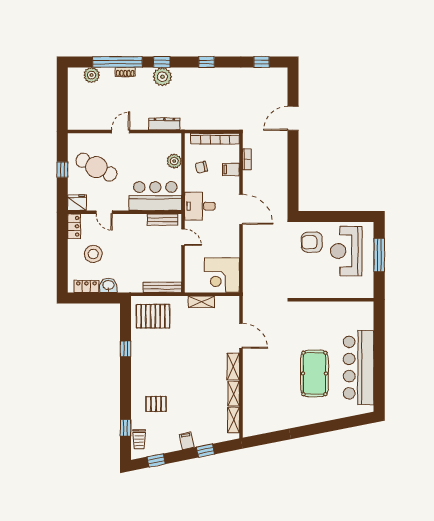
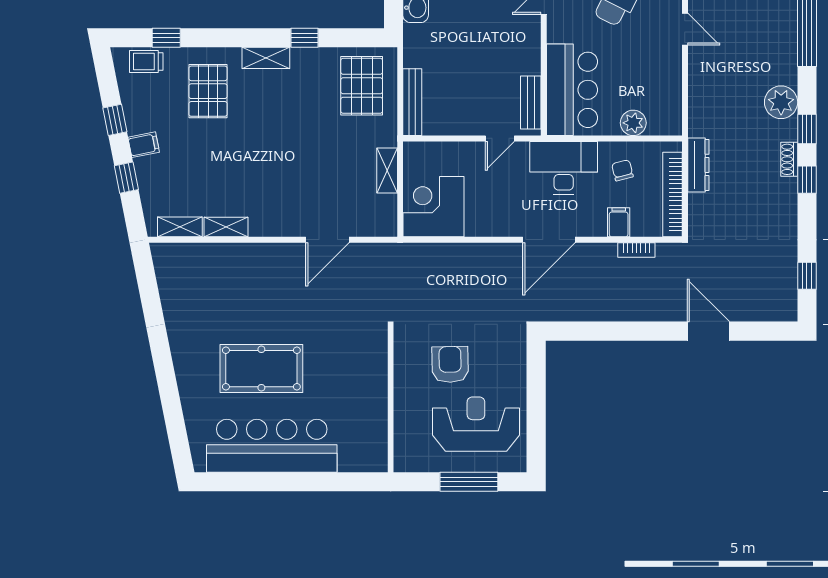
window: (162, 62) -> (807, 129), moved
shoe rack: (125, 72) -> (789, 159), moved
dresser: (164, 124) -> (698, 165), moved
desk: (200, 206) -> (564, 168), width x1.37
armchair: (312, 242) -> (450, 364), moved
shelving: (233, 367) -> (266, 58), moved
pallet: (156, 404) -> (208, 91), width x1.50, depth x1.42
window: (156, 460) -> (115, 120), moved

